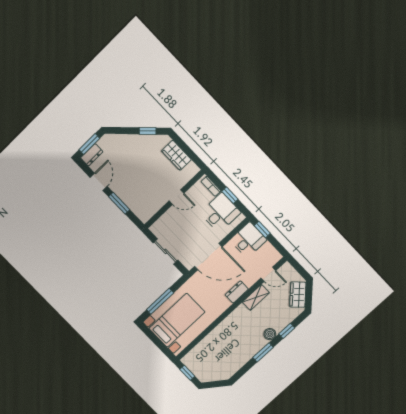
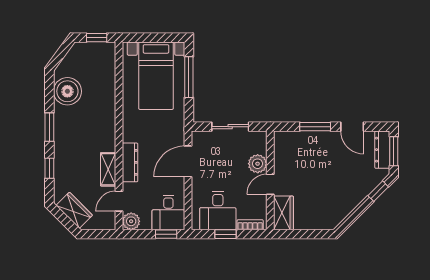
window: (148, 131) -> (378, 191), moved
dresser: (92, 155) -> (382, 150), width x1.44
wardrobe: (176, 155) -> (284, 213), moved, turned 90
plant: (172, 216) -> (258, 164), added
plant: (274, 256) -> (131, 221), added
door: (208, 257) -> (188, 161), width x0.73
dresser: (237, 292) -> (130, 162), width x1.44
boiler: (270, 334) -> (67, 91), moved, width x1.86, depth x1.86

